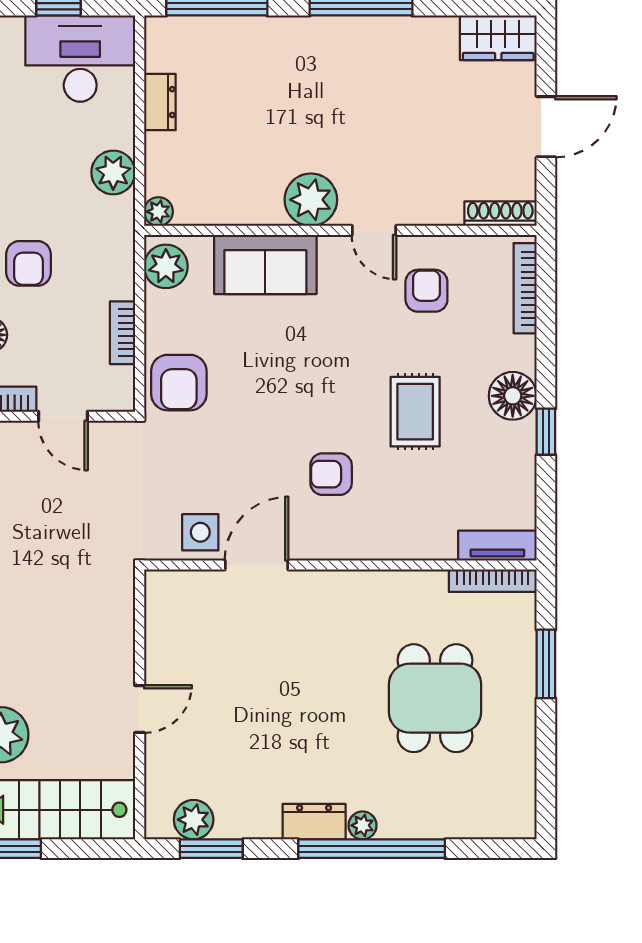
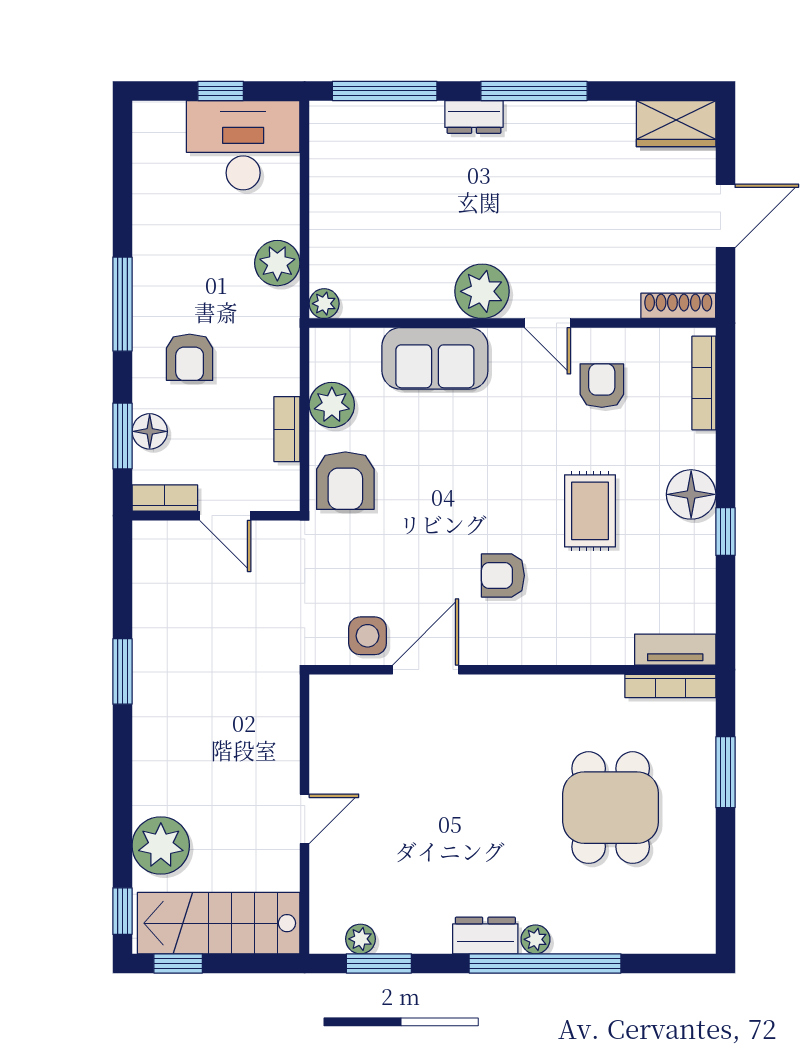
dresser: (160, 102) -> (474, 117), moved, turned 90
plant: (166, 266) -> (332, 405), moved
plant: (194, 820) -> (360, 939), width x0.73, depth x0.73

